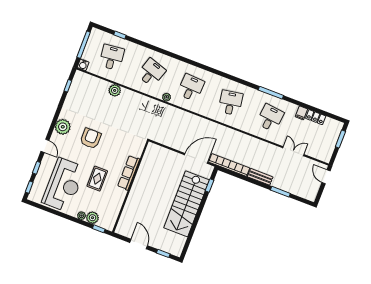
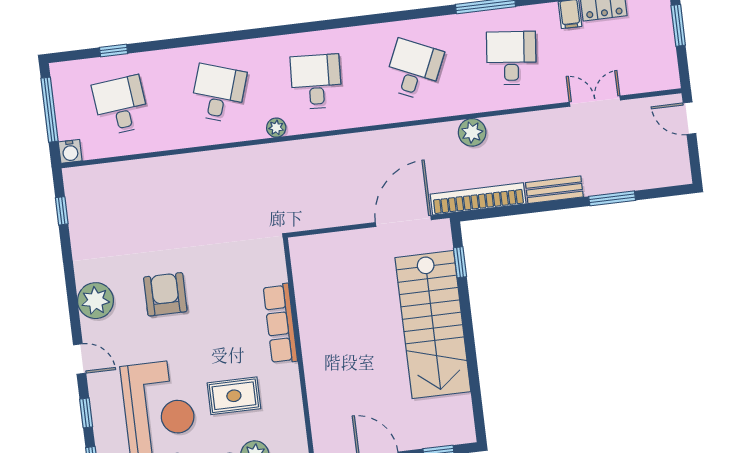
plant: (115, 90) -> (472, 132), moved
desk: (231, 103) -> (414, 70), turned 33
rug: (97, 179) -> (234, 396), moved, turned 90

